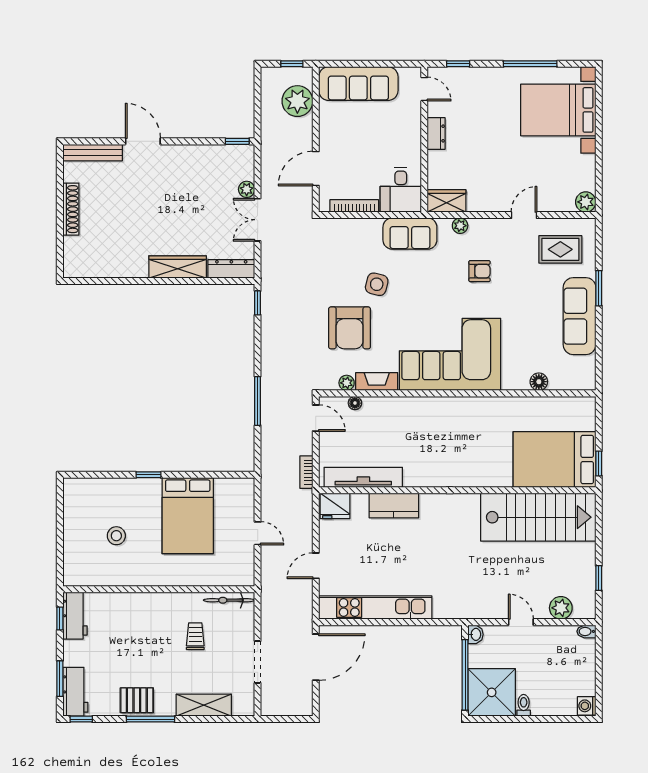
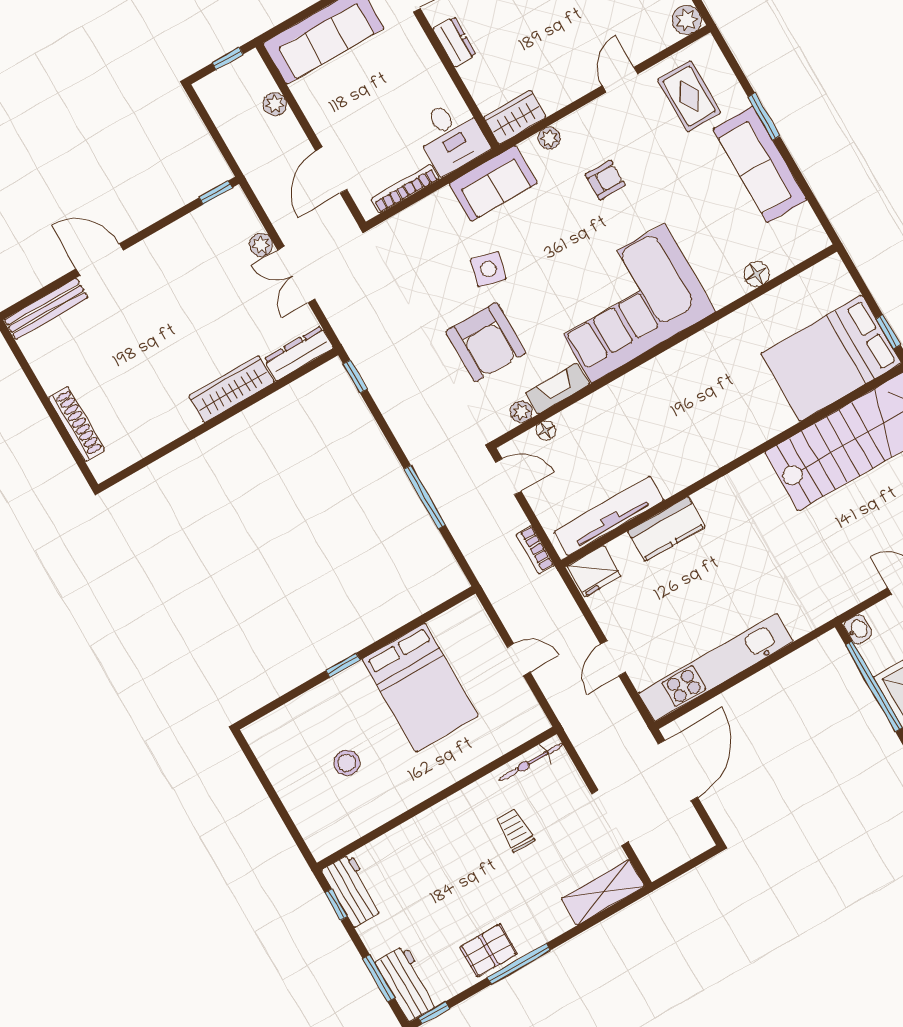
plant: (297, 101) -> (275, 104), width x0.53, depth x0.53
shoe rack: (71, 209) -> (77, 424), moved
rug: (560, 249) -> (689, 96), turned 90
shelving: (204, 705) -> (603, 892), moved

